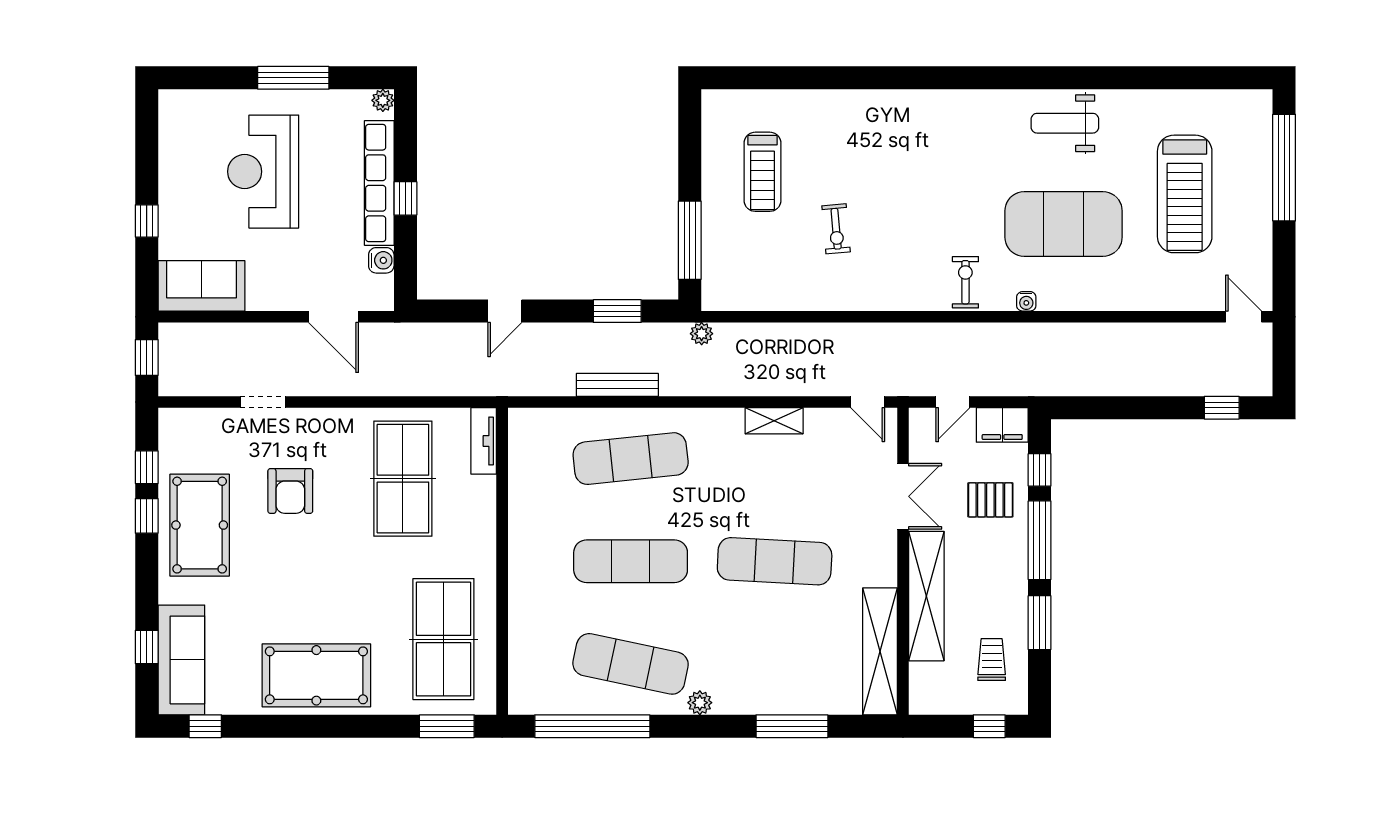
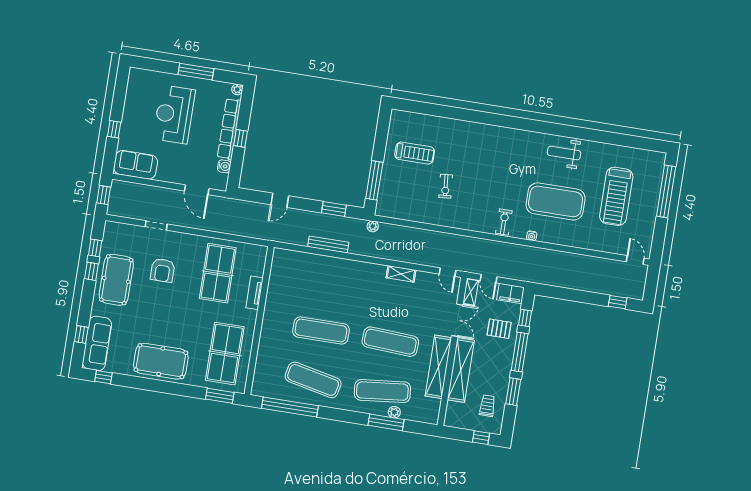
treadmill: (762, 172) -> (415, 153), turned -90
door: (953, 402) -> (489, 279), hinge flipped
shelving: (921, 435) -> (471, 292), added
tv unit: (484, 441) -> (254, 293), moved
exercise mat: (631, 459) -> (382, 391), moved
shelving: (880, 651) -> (438, 367), moved
plant: (700, 703) -> (394, 412), moved

